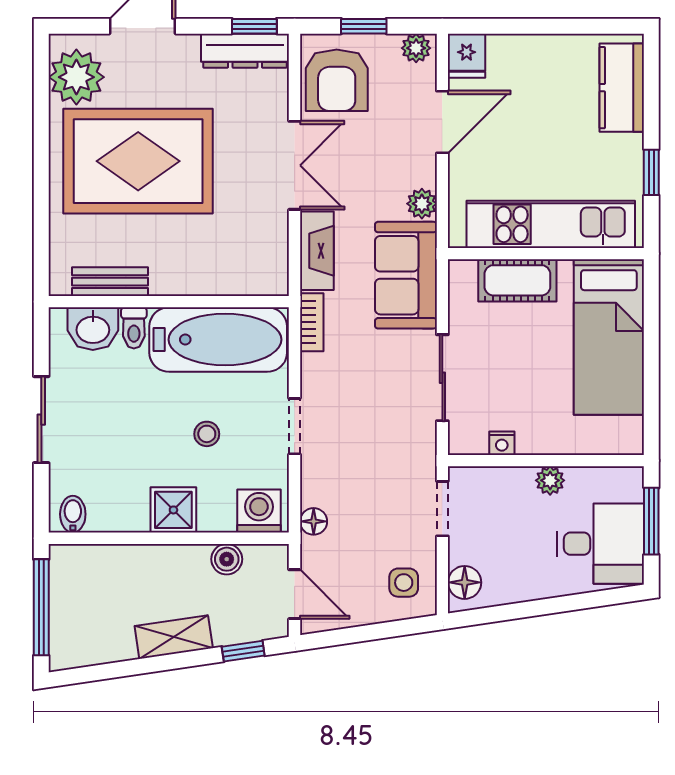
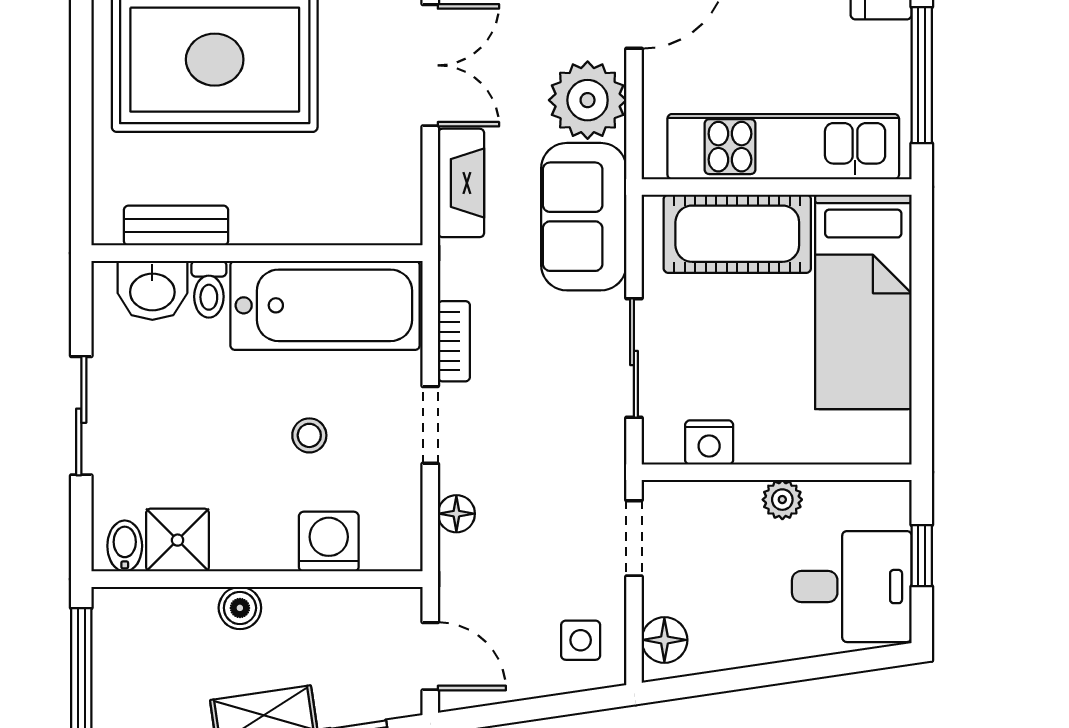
window: (651, 172) -> (922, 75), width x2.17
plant: (422, 204) -> (588, 100), width x1.87, depth x1.87
cot: (517, 280) -> (737, 234), width x1.37, depth x1.34
bookcase: (312, 322) -> (454, 341), moved
nightstand: (502, 443) -> (709, 442), width x1.39, depth x1.35
shower: (173, 510) -> (178, 540), moved
washing machine: (259, 511) -> (329, 542), moved
floor lamp: (314, 521) -> (456, 514), moved
window: (651, 521) -> (922, 556), width x0.67
boiler: (227, 559) -> (240, 608), moved

